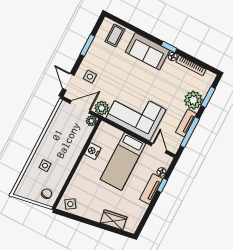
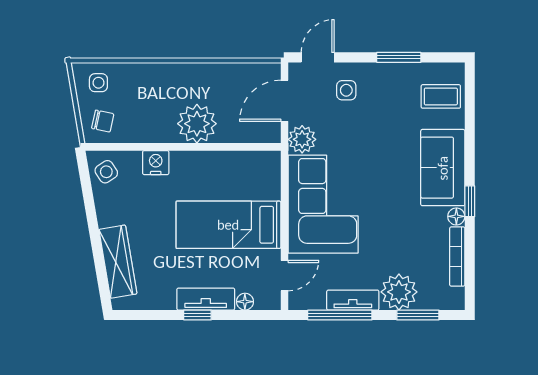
door: (80, 107) -> (284, 101), swing flipped
plant: (91, 121) -> (197, 124), moved, width x1.87, depth x1.87
nightstand: (93, 151) -> (156, 163), moved
side table: (45, 166) -> (98, 83), moved
window: (162, 185) -> (197, 315), moved
wardrobe: (114, 220) -> (118, 262), width x1.50

